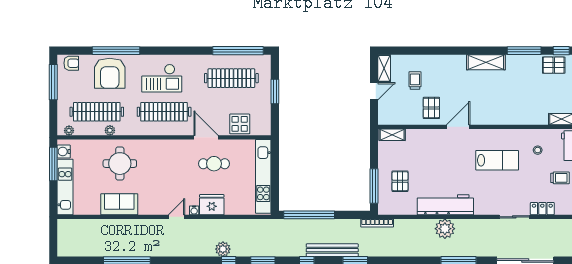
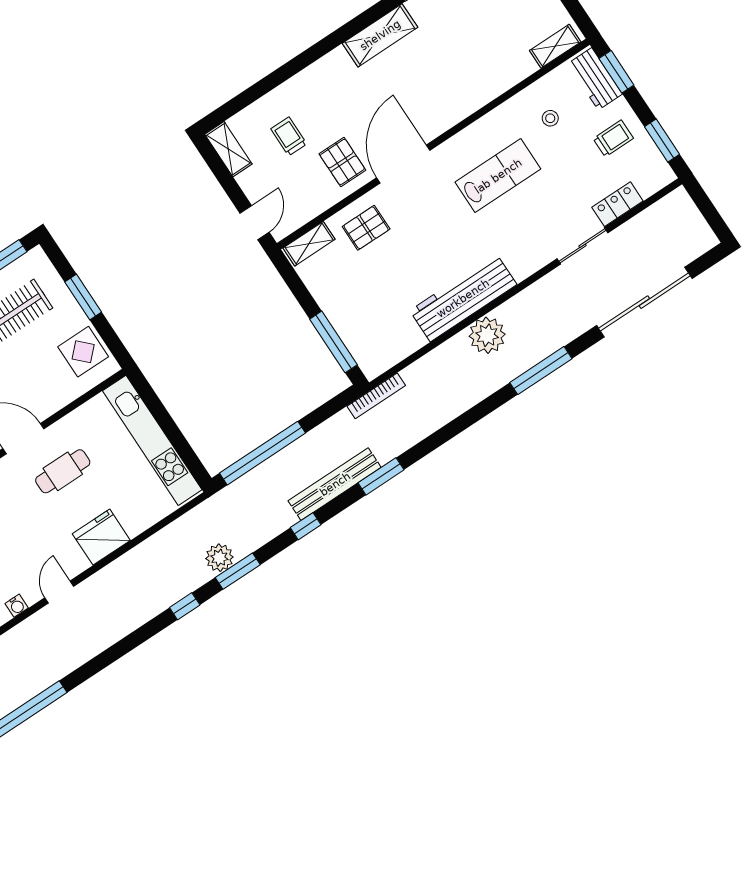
door: (374, 91) -> (255, 223), moved
display table: (240, 124) -> (83, 352), moved
door: (458, 127) -> (403, 164), width x1.36
pallet: (400, 181) -> (366, 228), moved, turned 90
water cooler: (194, 210) -> (17, 606), moved
plant: (223, 249) -> (219, 558), moved

